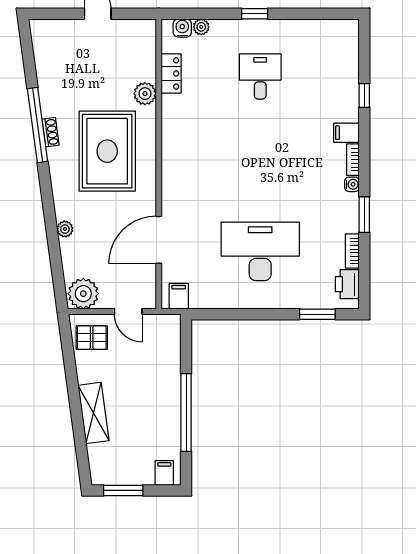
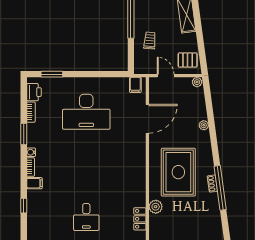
plant: (83, 294) -> (197, 82), width x0.53, depth x0.53
trolley: (155, 370) -> (150, 41), added

